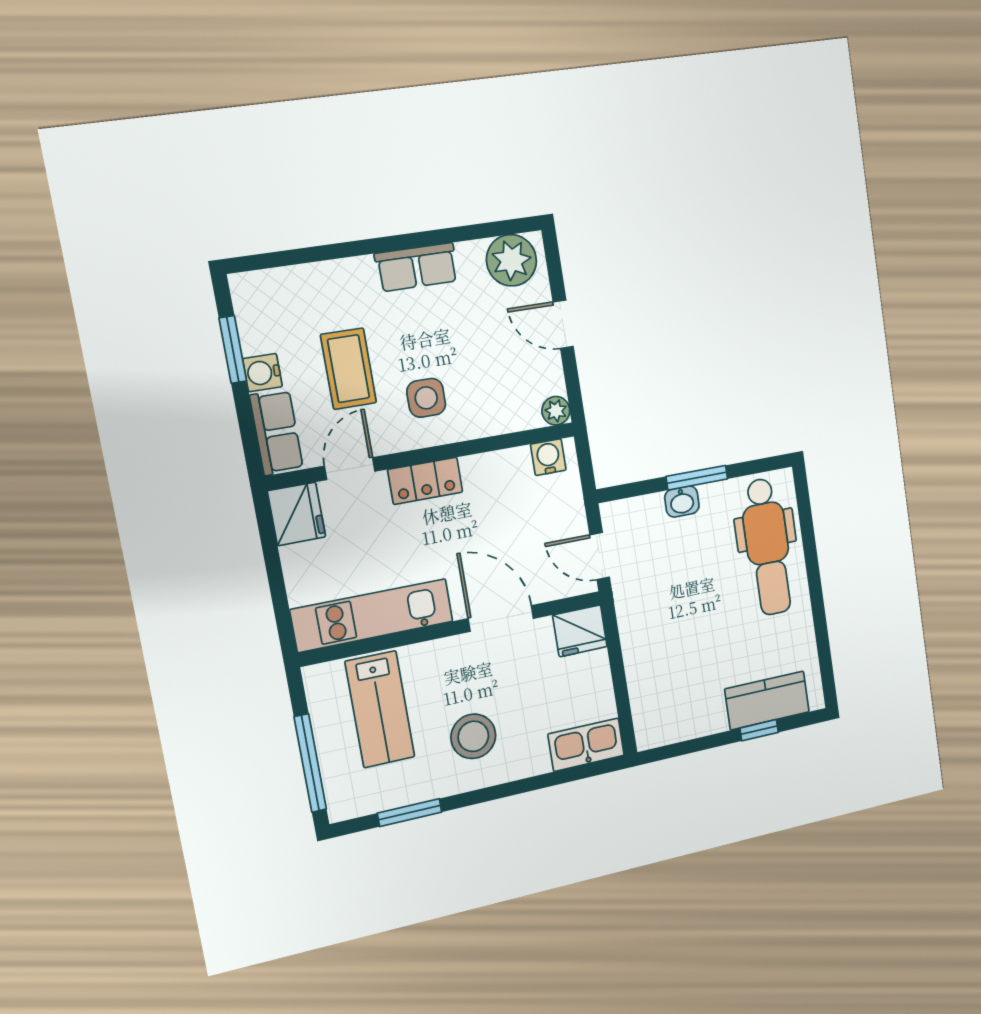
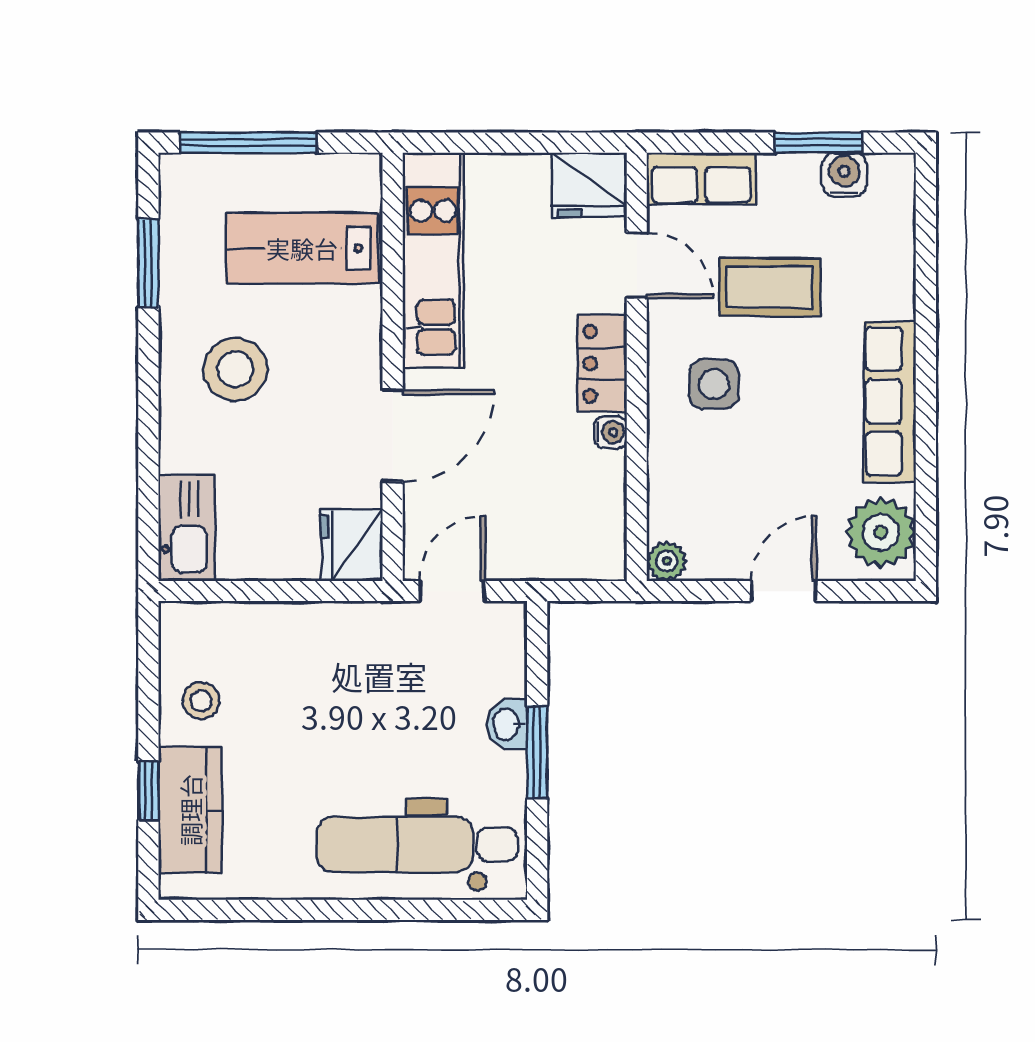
row of seats: (417, 267) -> (890, 401), width x1.48
water cooler: (262, 373) -> (844, 175), moved
water cooler: (548, 457) -> (611, 432), moved, width x0.72, depth x0.72
stool: (697, 709) -> (201, 701), added

